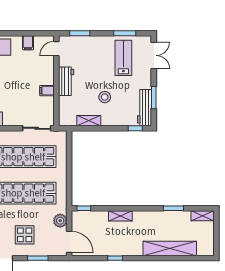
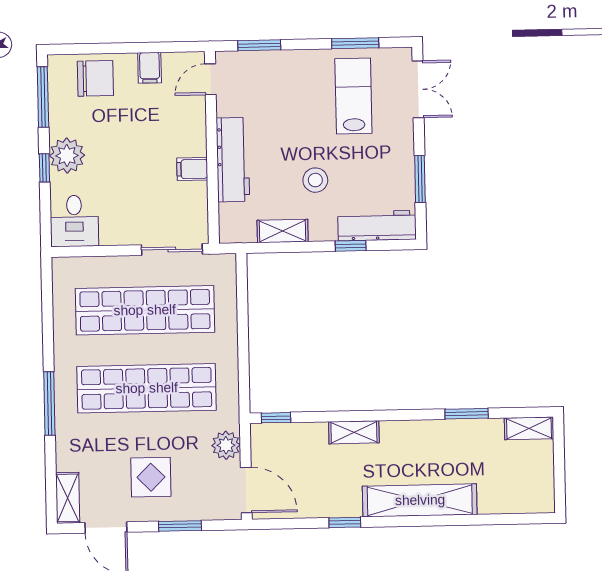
workbench: (66, 81) -> (233, 160), width x1.38
workbench: (145, 108) -> (377, 226), moved, turned 90
window: (135, 128) -> (351, 246), moved
shelving: (170, 248) -> (420, 500), moved

